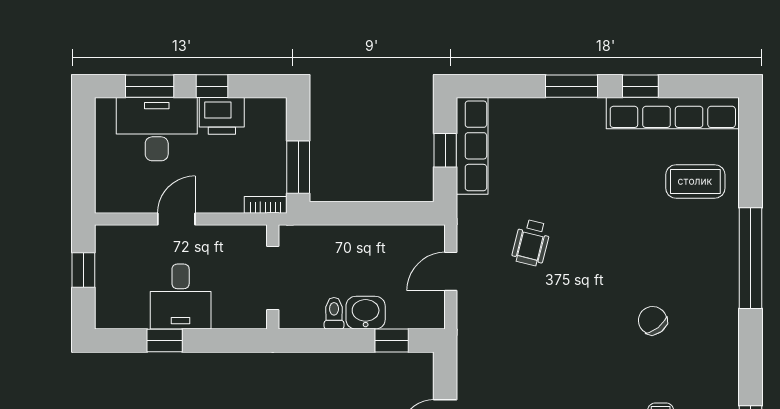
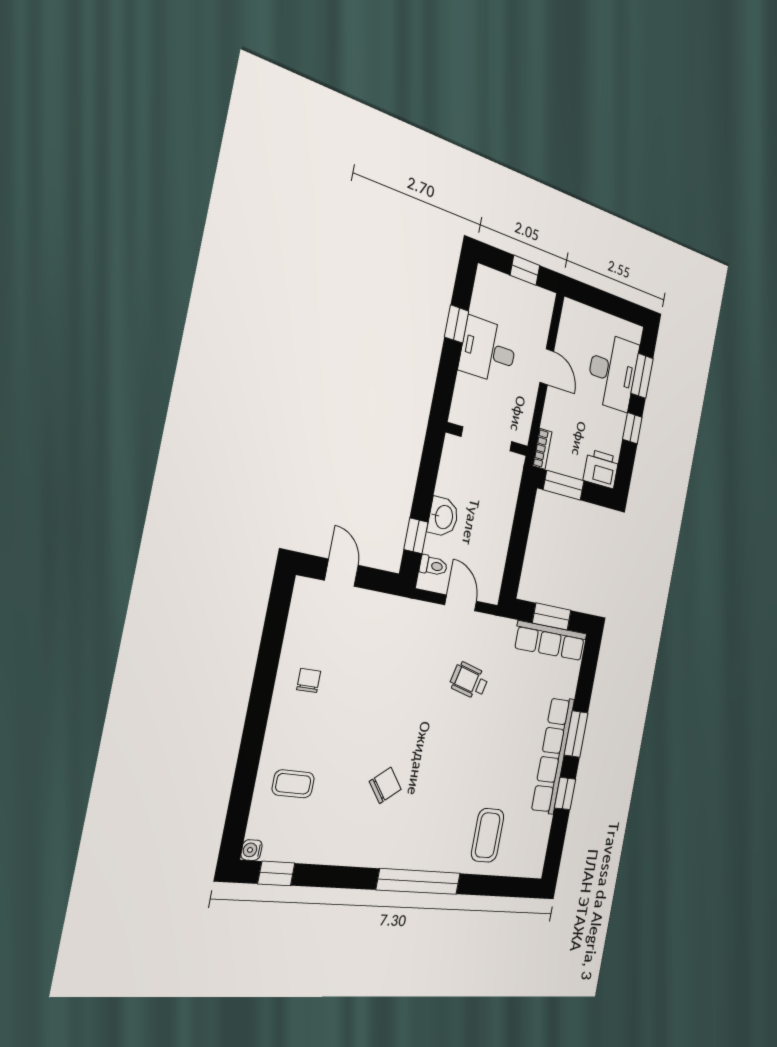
row of seats: (673, 113) -> (553, 755), moved
printer: (222, 116) -> (601, 469), moved, turned 90
window: (445, 150) -> (552, 617), width x1.50
toilet: (334, 313) -> (433, 566), moved

